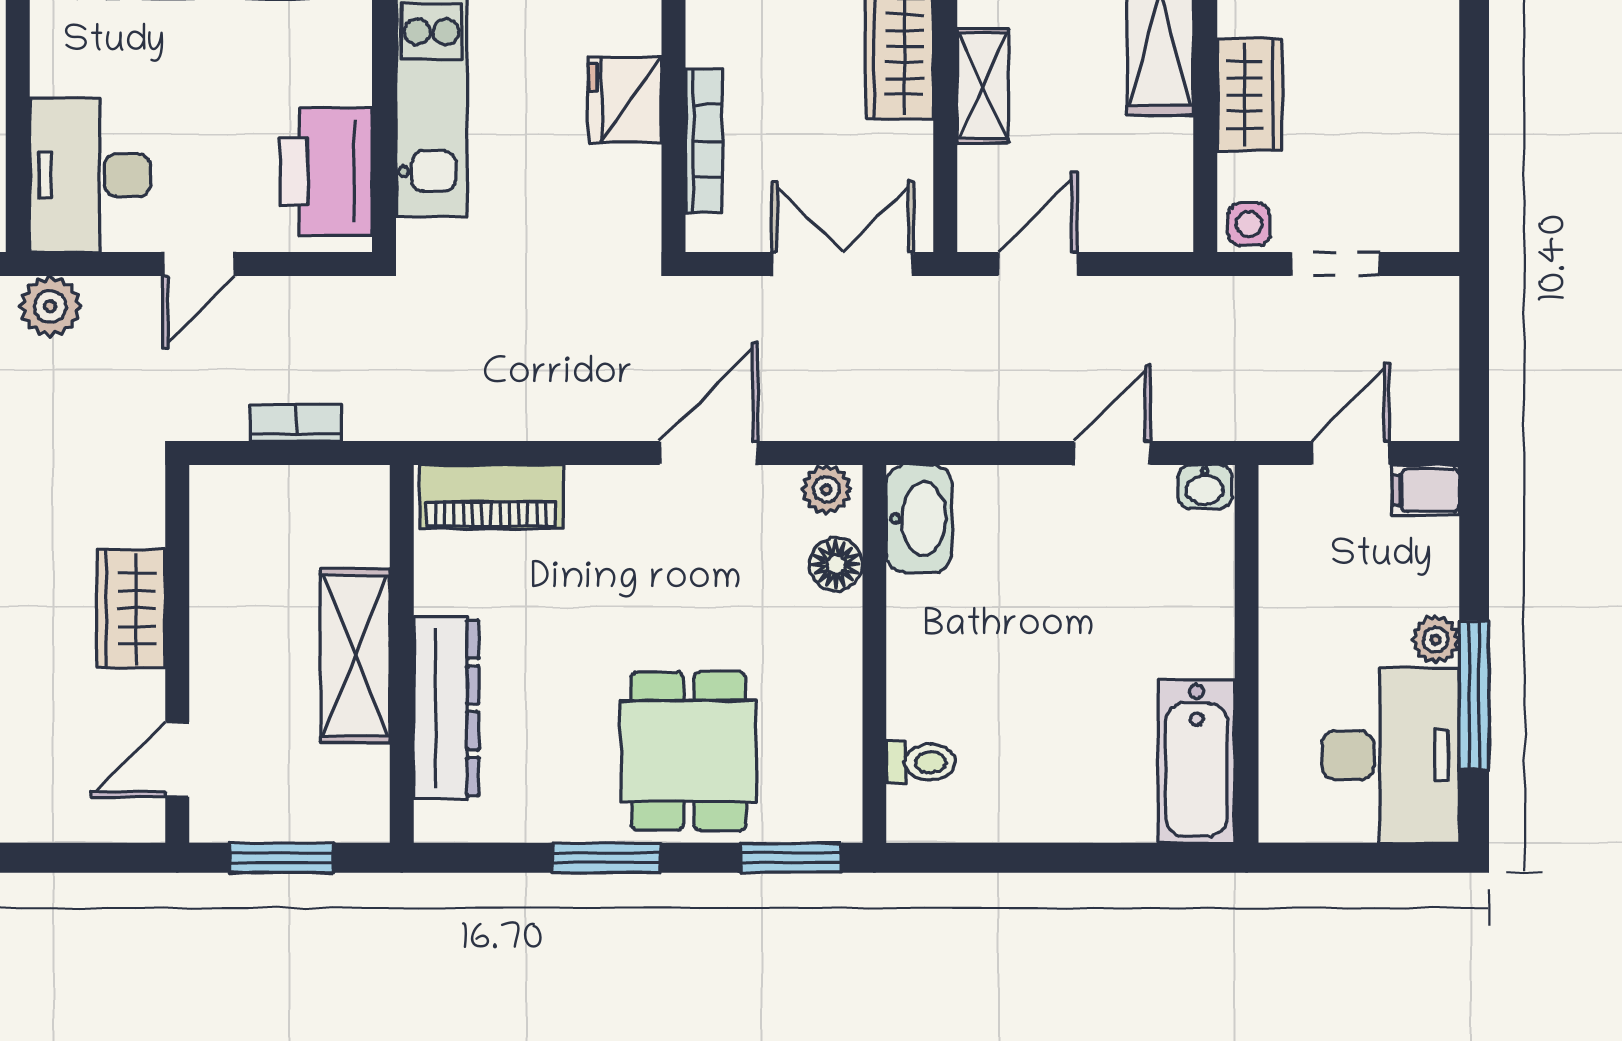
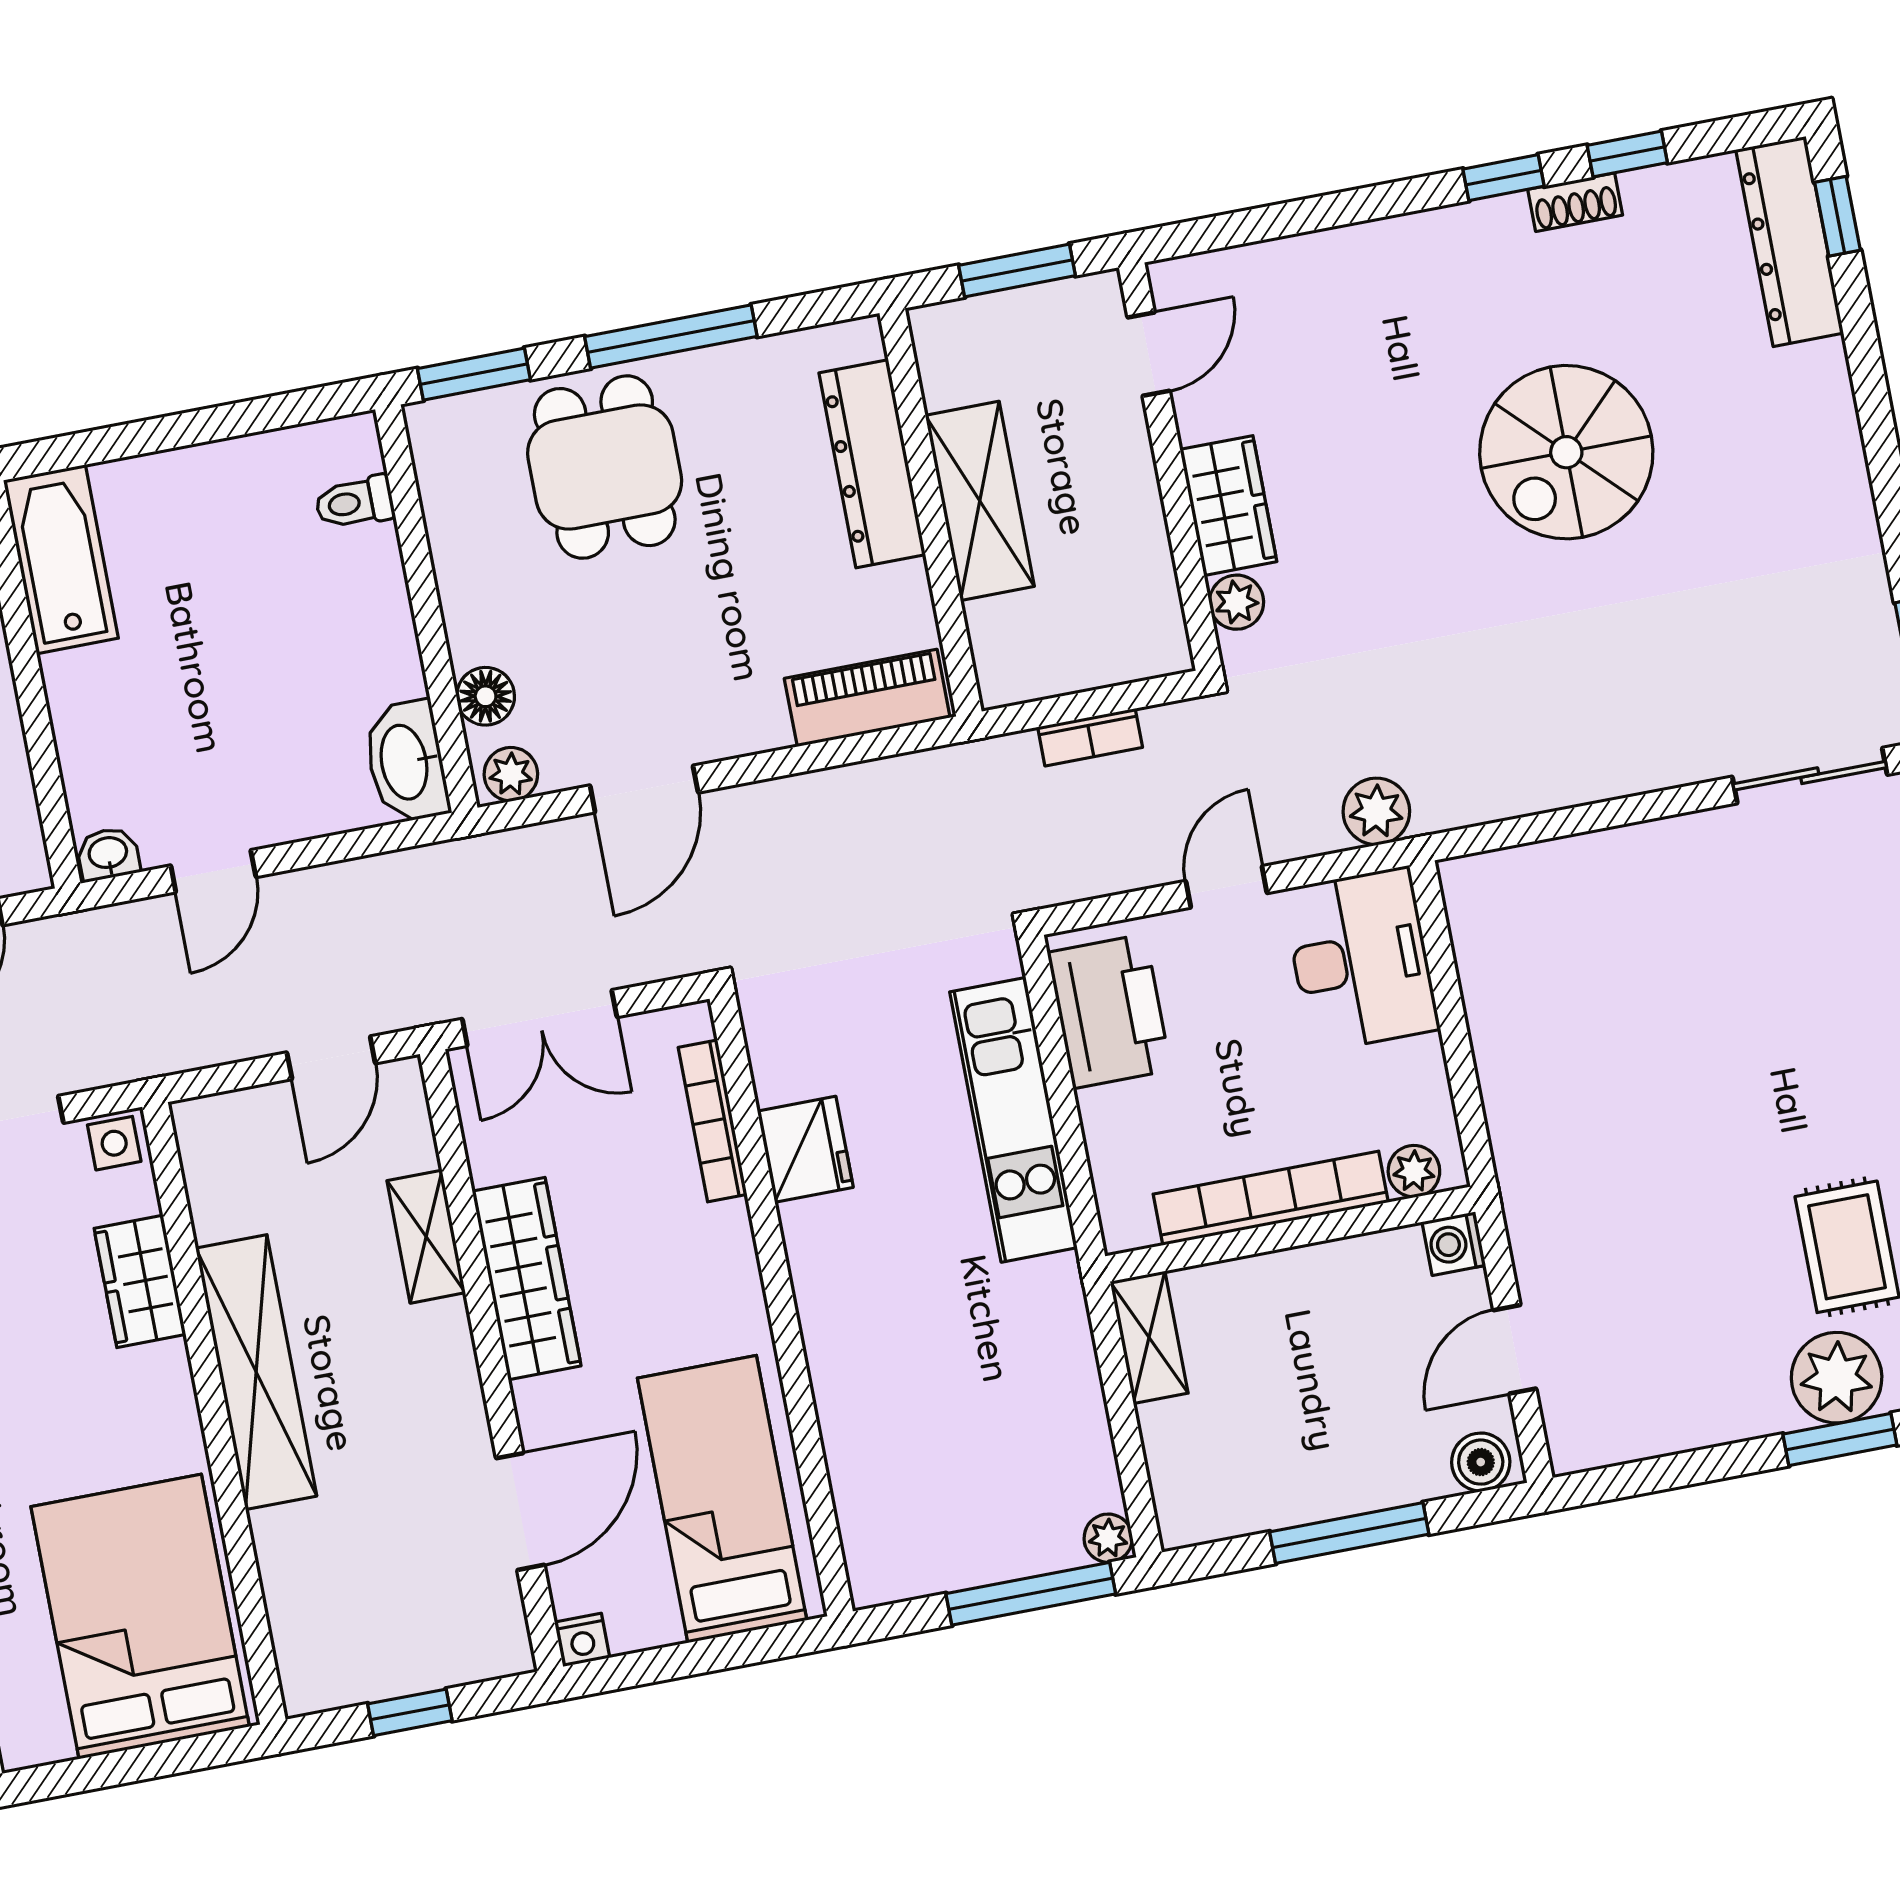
plant: (140, 520) -> (1237, 602), added
window: (606, 858) -> (671, 336), width x1.44

